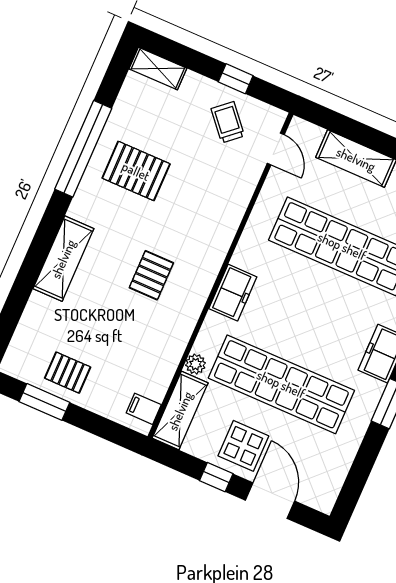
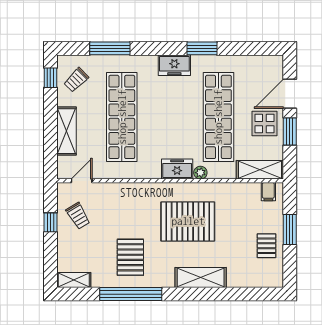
shelving: (158, 69) -> (74, 280), moved, turned 90
trolley: (228, 122) -> (78, 216), turned -80
pallet: (151, 275) -> (188, 221), width x2.05, depth x2.00
plant: (196, 364) -> (200, 173), moved
window: (44, 402) -> (290, 229), moved
window: (216, 477) -> (290, 131), width x1.50

